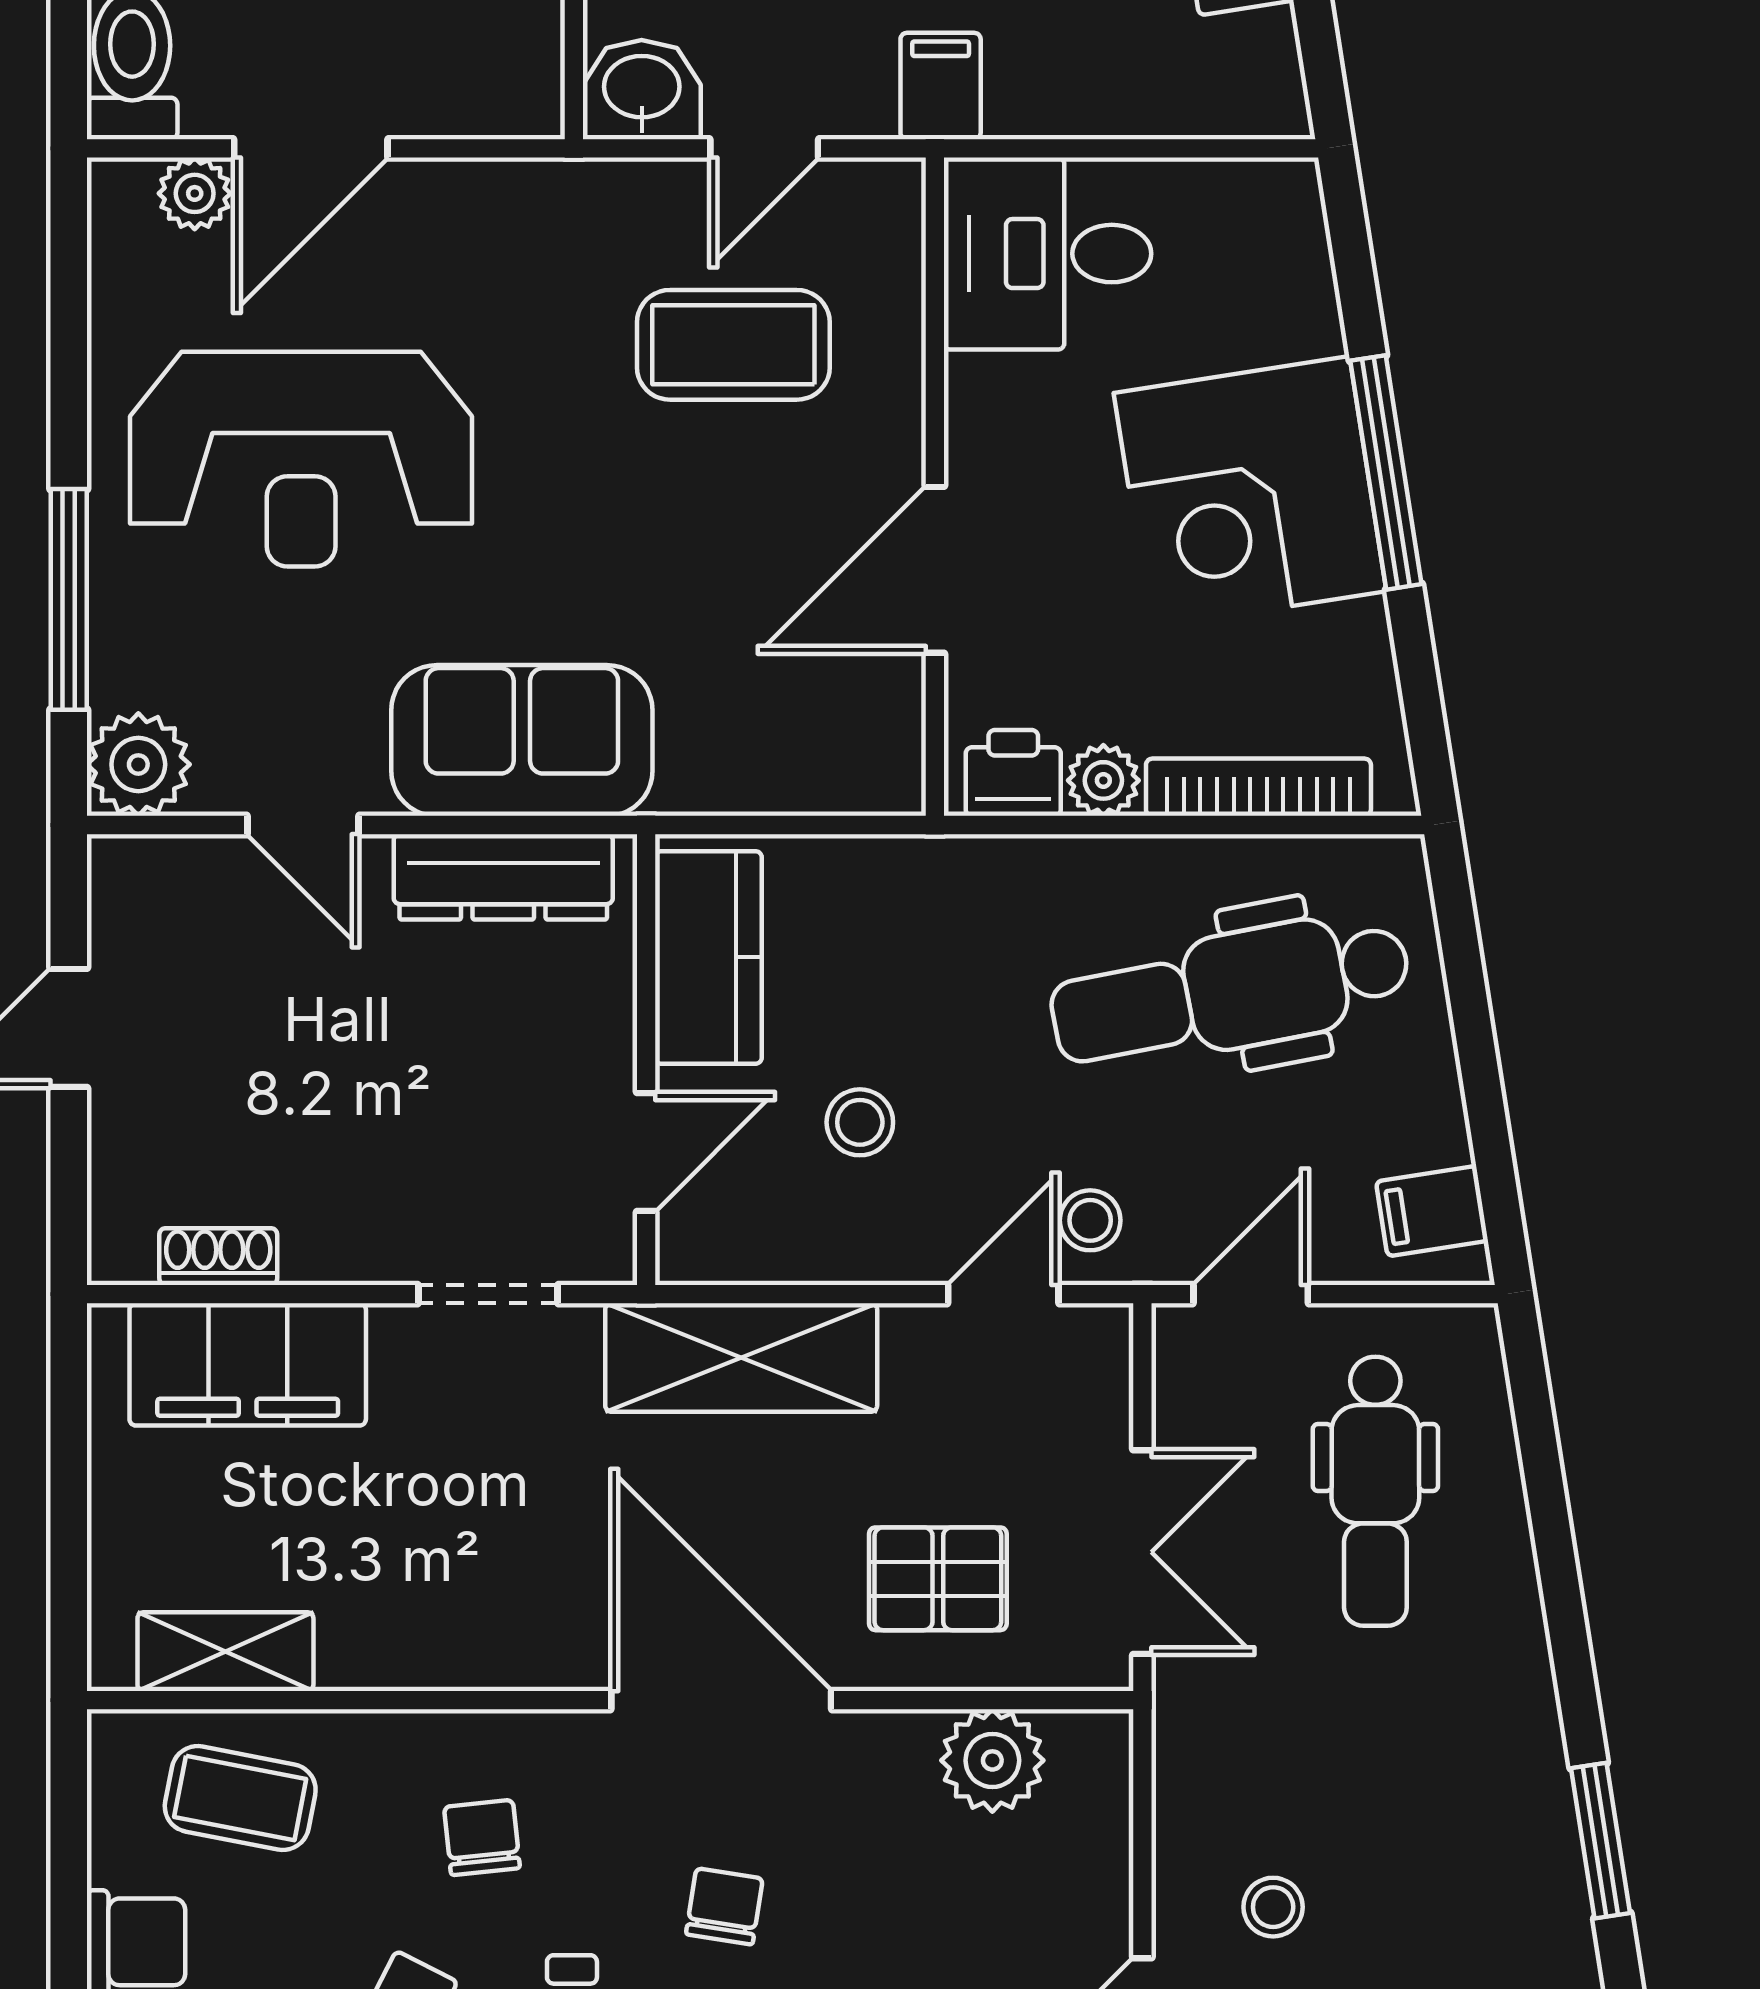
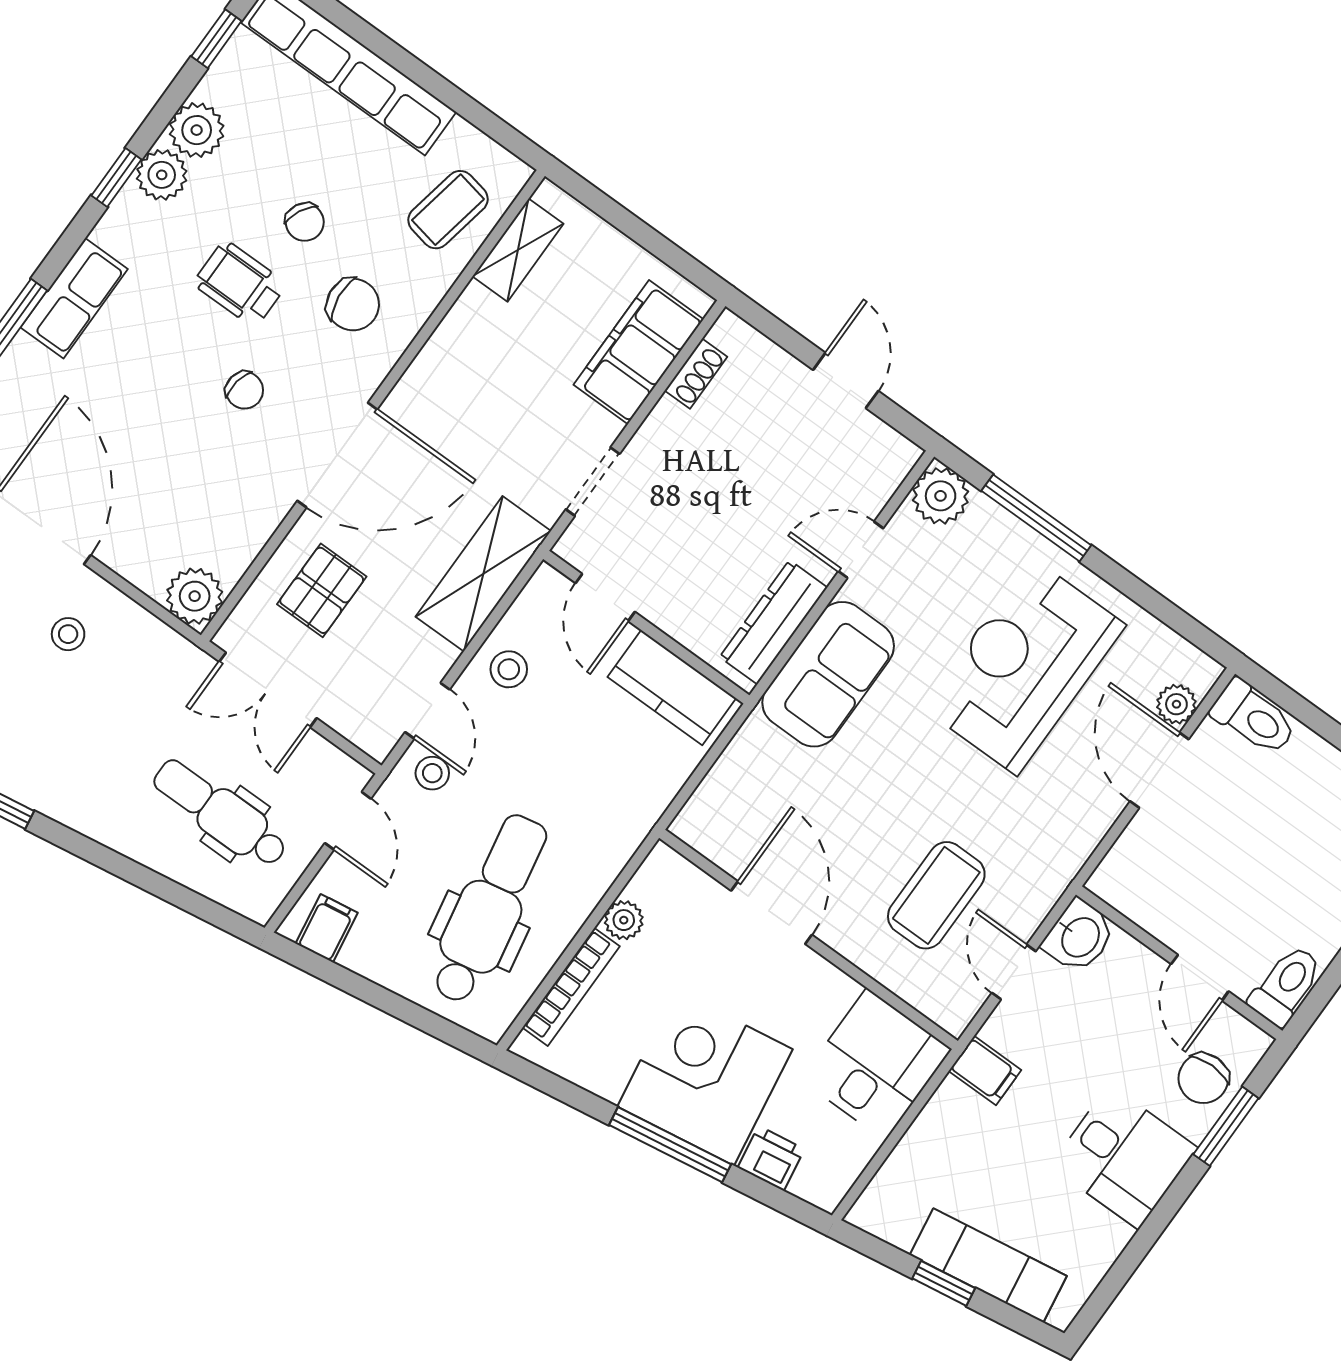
printer: (1013, 773) -> (771, 1158), moved, turned -99
stool: (860, 1122) -> (509, 669), moved
plant: (992, 1760) -> (195, 596), moved
chair: (482, 1837) -> (353, 305), width x1.37, depth x1.37

